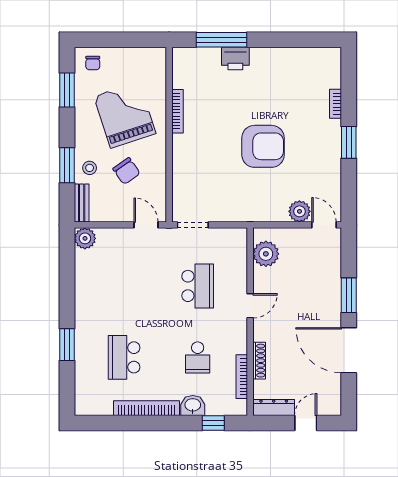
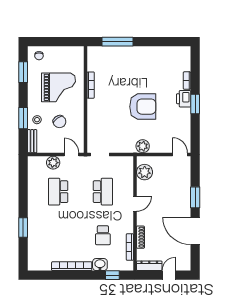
printer: (235, 59) -> (184, 99), moved, turned 90
grand piano: (125, 115) -> (59, 87), turned 108
plant: (299, 211) -> (143, 146), moved
plant: (85, 238) -> (53, 163), moved
school desk: (124, 357) -> (58, 192), moved

